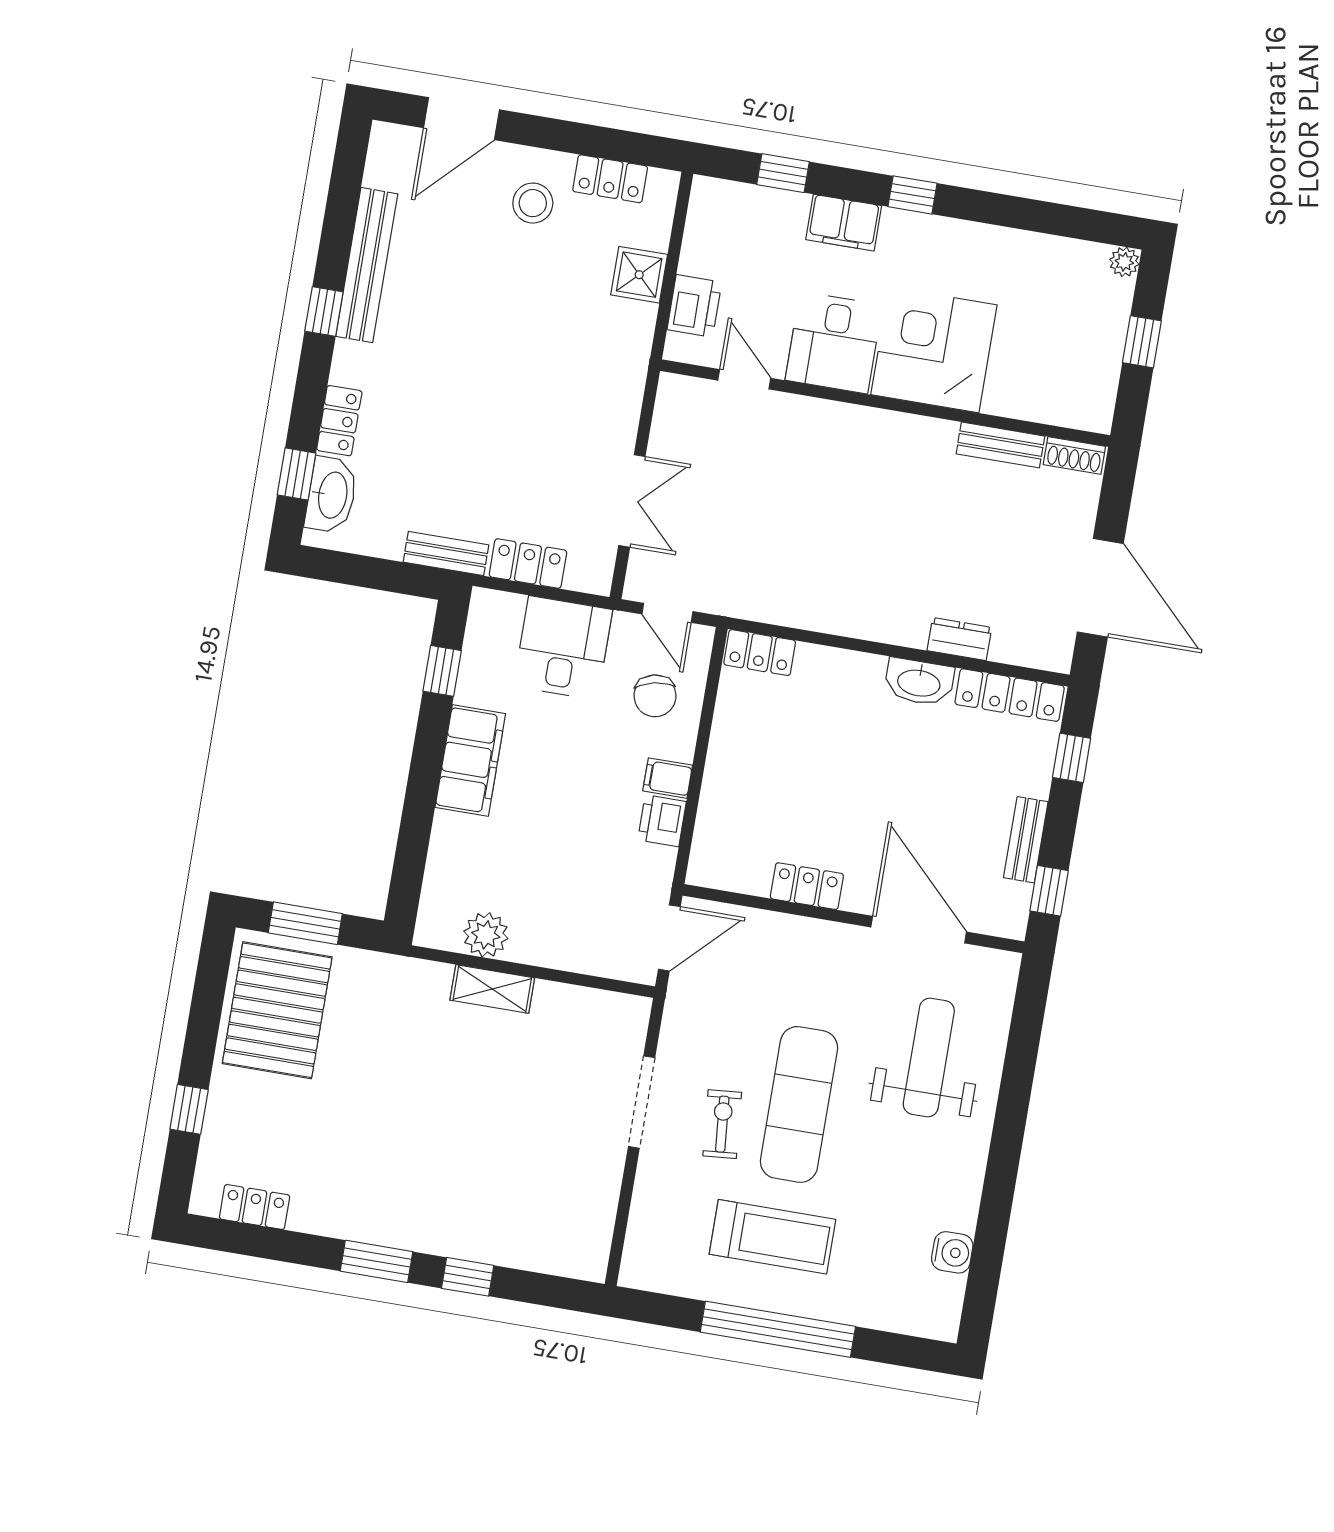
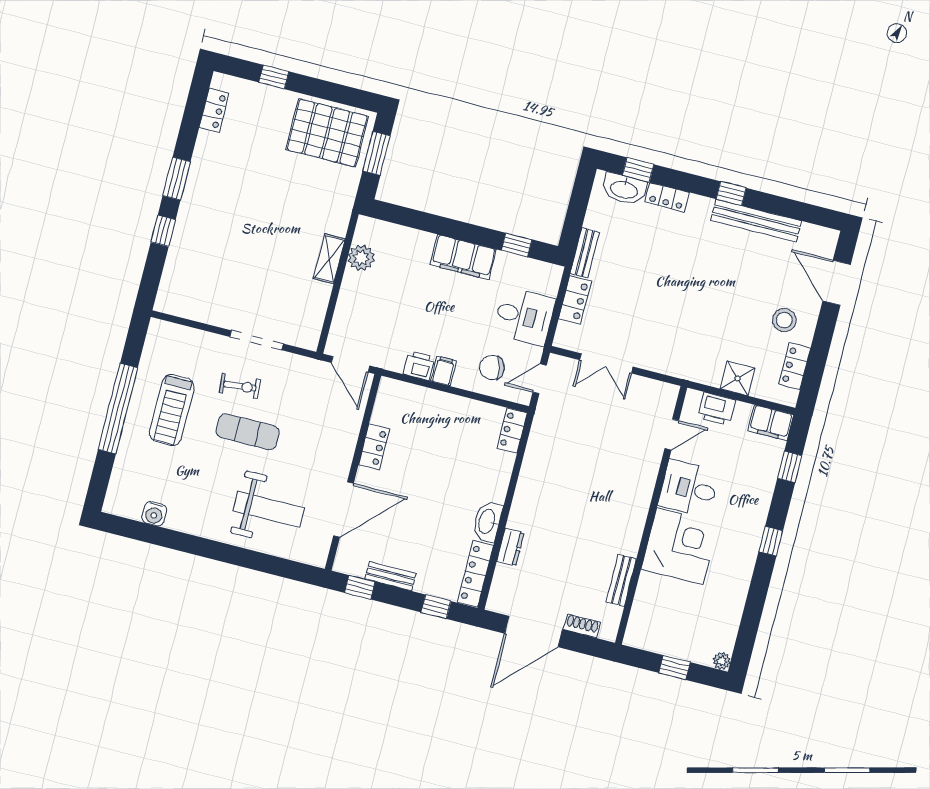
filing cabinet: (844, 223) -> (771, 423), moved, turned -90
shoe rack: (1074, 455) -> (582, 626), moved, turned 90
exercise mat: (799, 1104) -> (248, 432), width x0.73, depth x0.69

